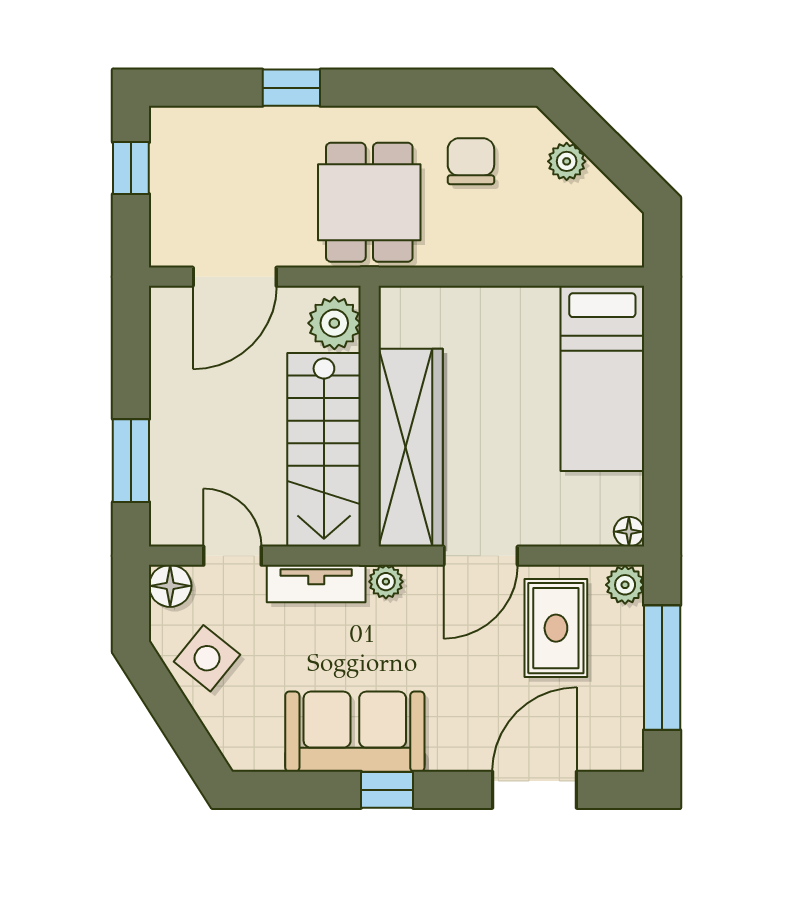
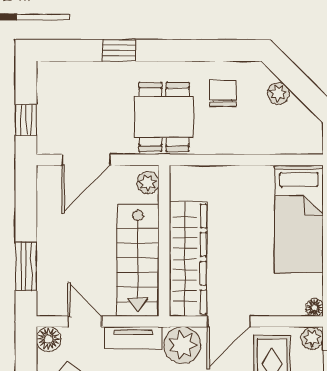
window: (131, 168) -> (26, 120), moved
plant: (334, 323) -> (148, 183), width x0.73, depth x0.73
plant: (386, 582) -> (182, 345), width x1.88, depth x1.88

